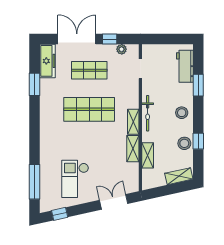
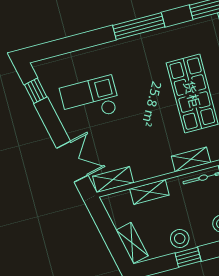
shelving: (133, 149) -> (113, 180), moved
window: (34, 182) -> (139, 26), moved

